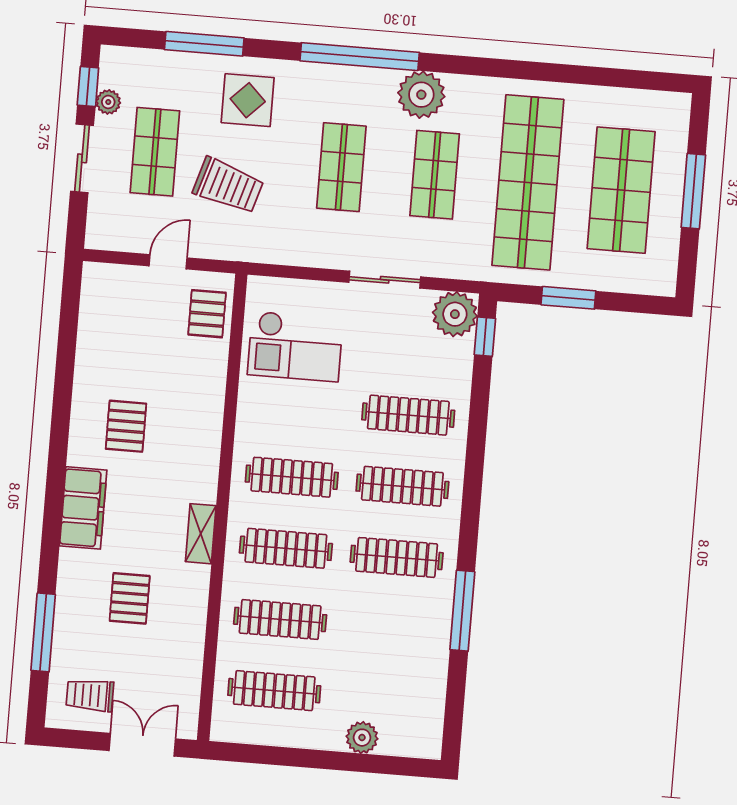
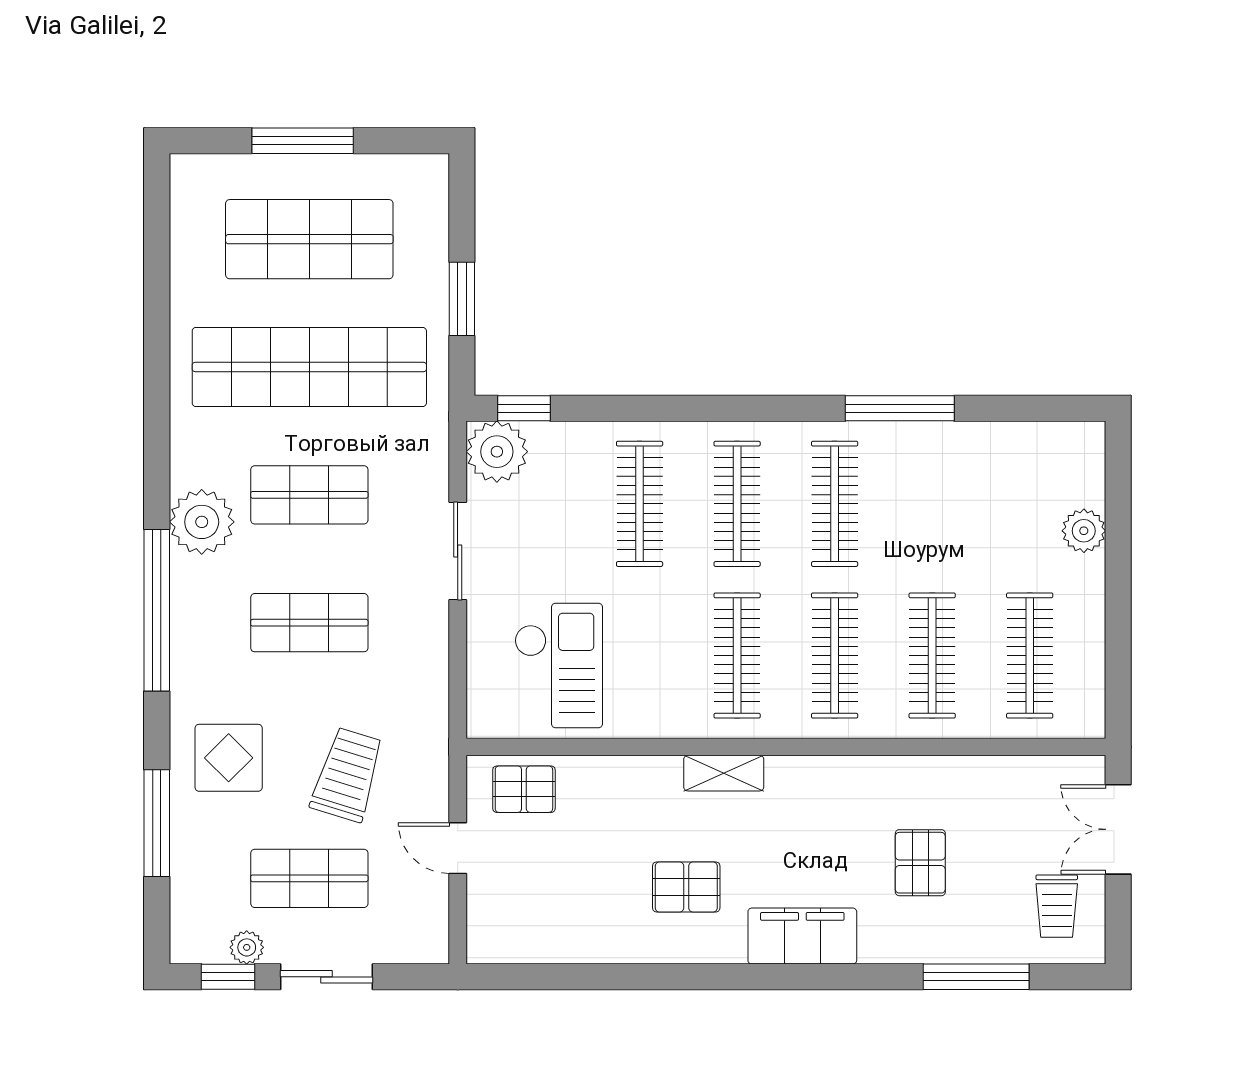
shelving: (201, 534) -> (724, 773), moved
pallet: (130, 598) -> (920, 863), turned 90

